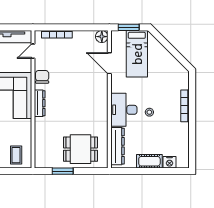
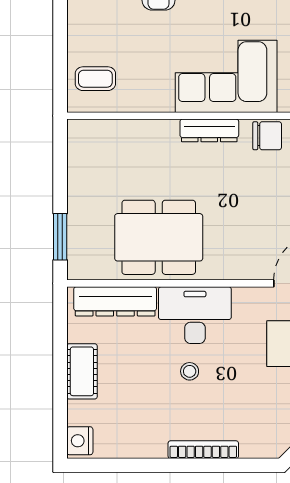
dining table: (80, 149) -> (159, 237), moved, width x1.38
nightstand: (169, 162) -> (80, 441), moved
window: (63, 171) -> (60, 237), moved

